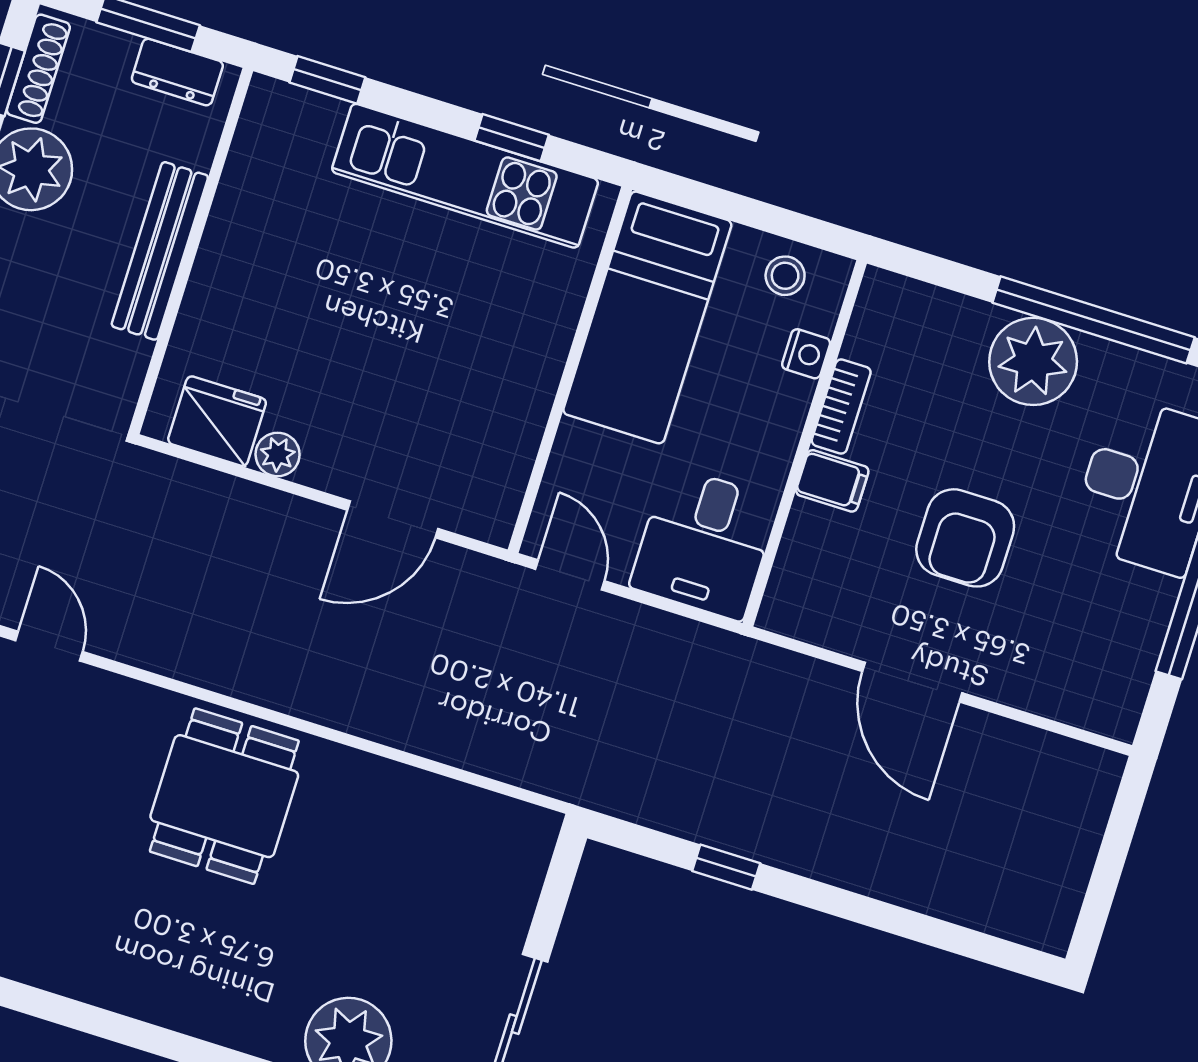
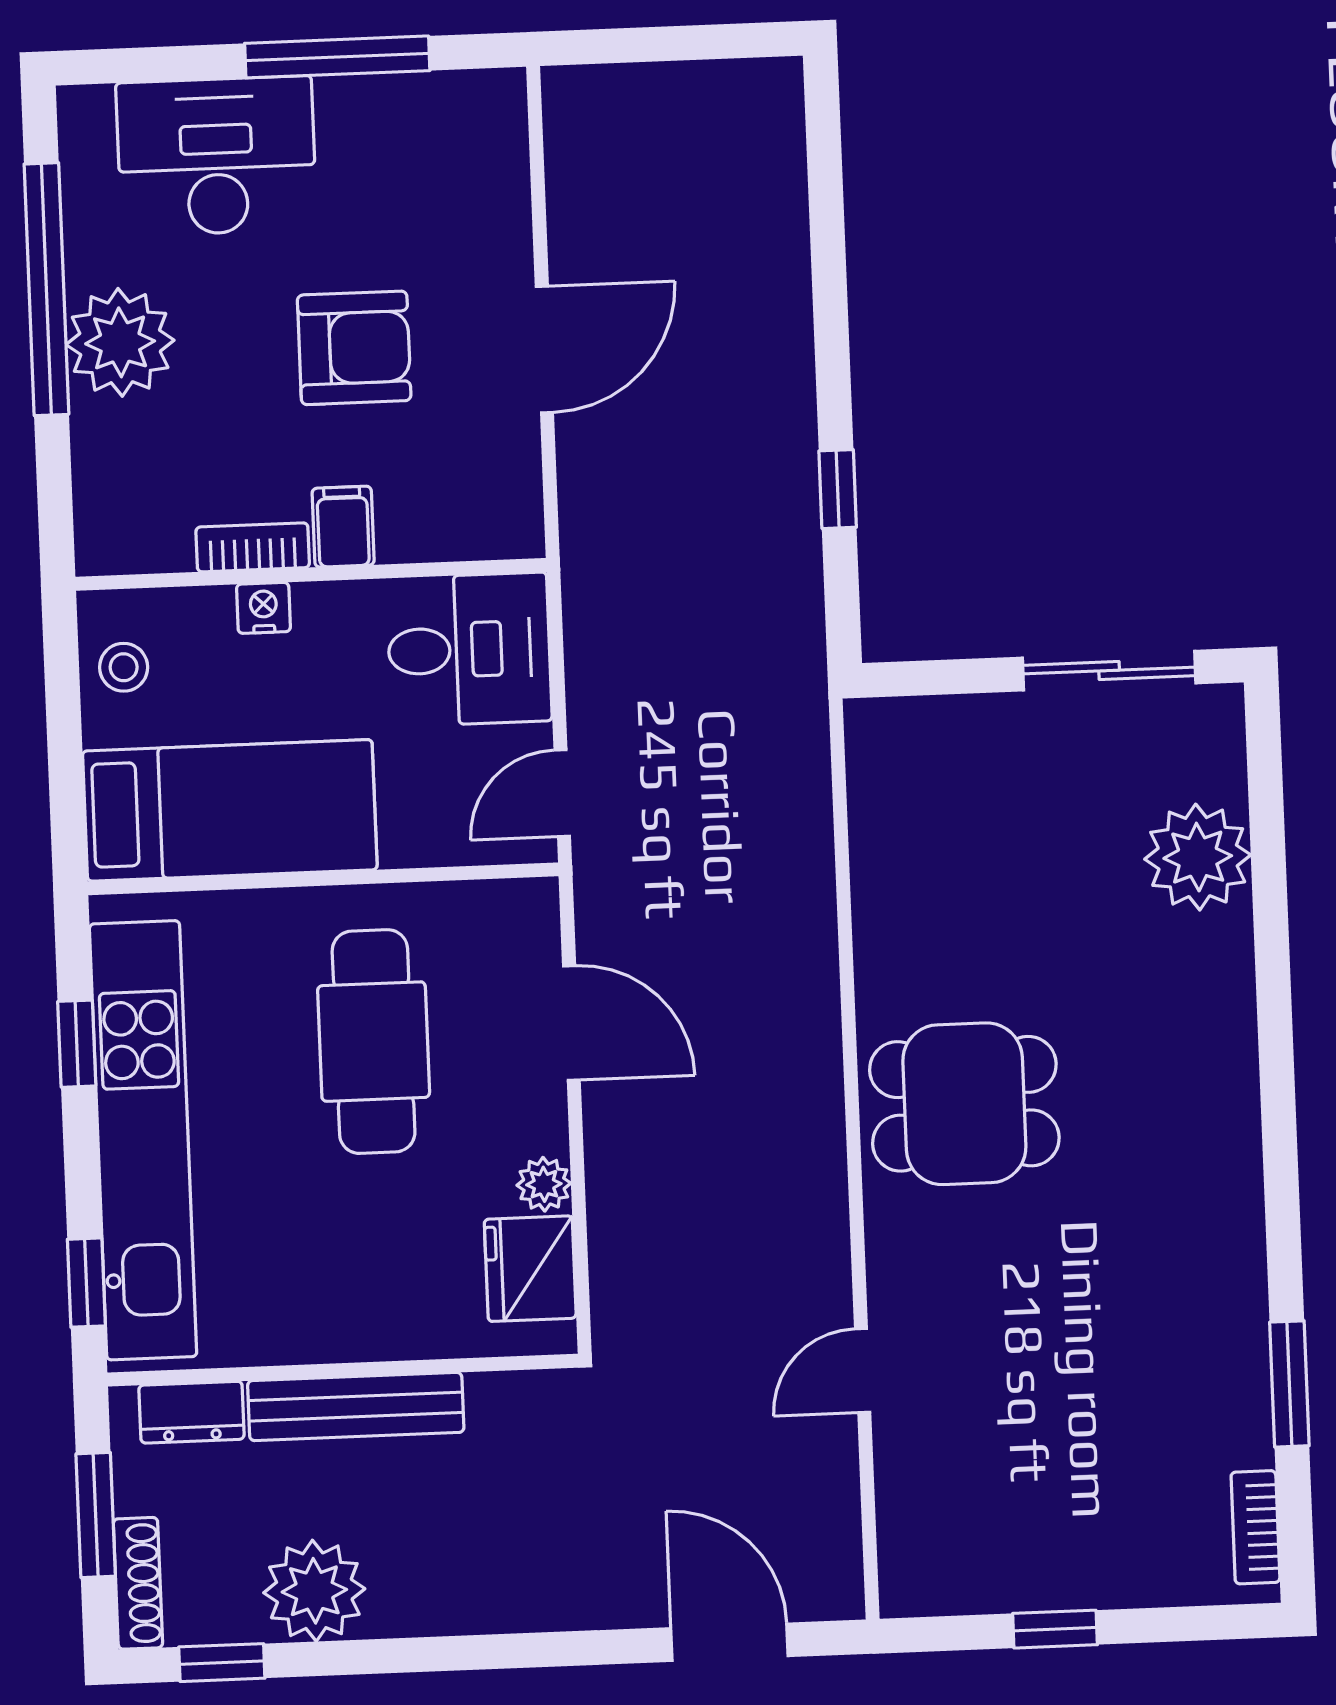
shoe rack: (38, 69) -> (138, 1583), moved, turned 90
dresser: (177, 72) -> (192, 1412), moved, turned 90
kitchen unit: (465, 176) -> (143, 1140), width x1.36
nightstand: (806, 354) -> (263, 608), moved
cafe table: (432, 364) -> (374, 1042), added

